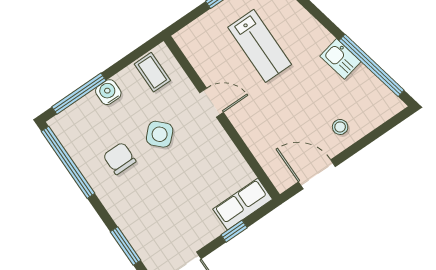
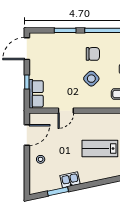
window: (372, 65) -> (58, 191), width x0.47
door: (211, 103) -> (66, 111), moved
window: (126, 246) -> (65, 30), moved

